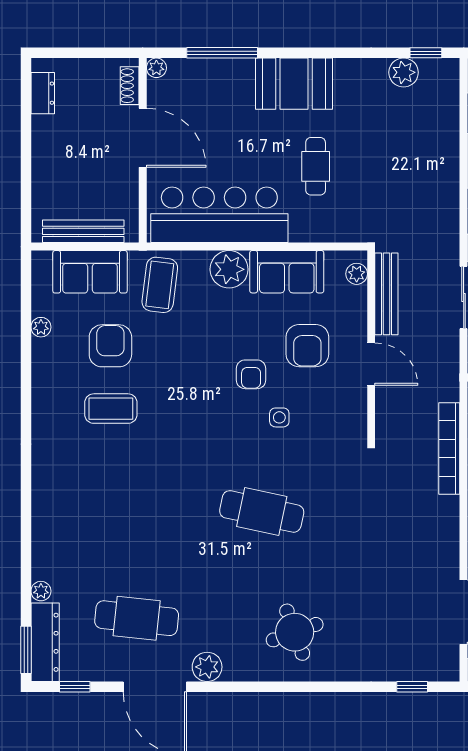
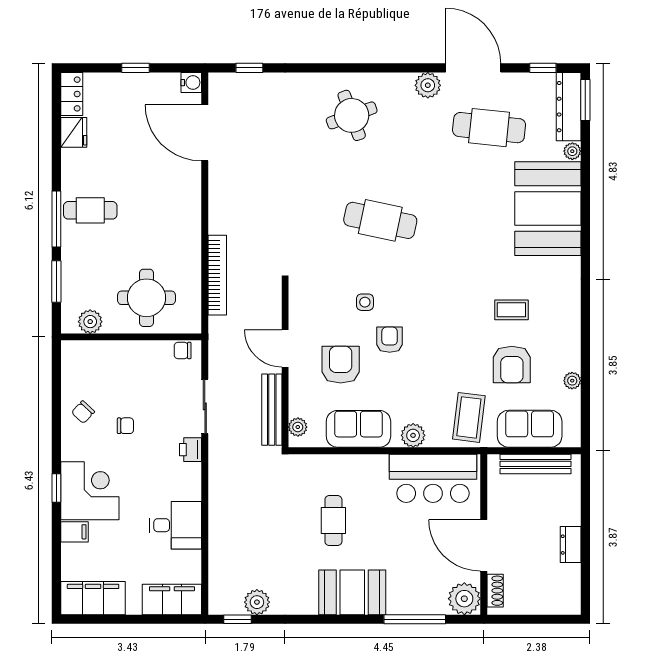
plant: (156, 68) -> (464, 599), width x1.88, depth x1.88
dresser: (43, 93) -> (571, 545), moved
bar counter: (219, 215) -> (433, 478), width x0.73
plant: (229, 269) -> (413, 435), width x0.73, depth x0.73
coffee table: (111, 409) -> (511, 310), width x0.73, depth x0.77
booth: (69, 525) -> (548, 209), added

